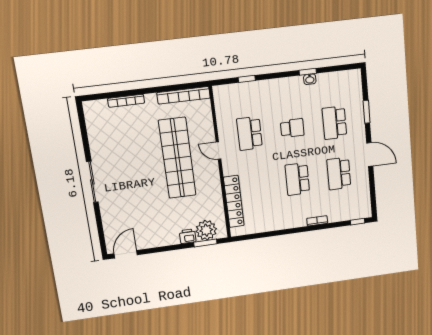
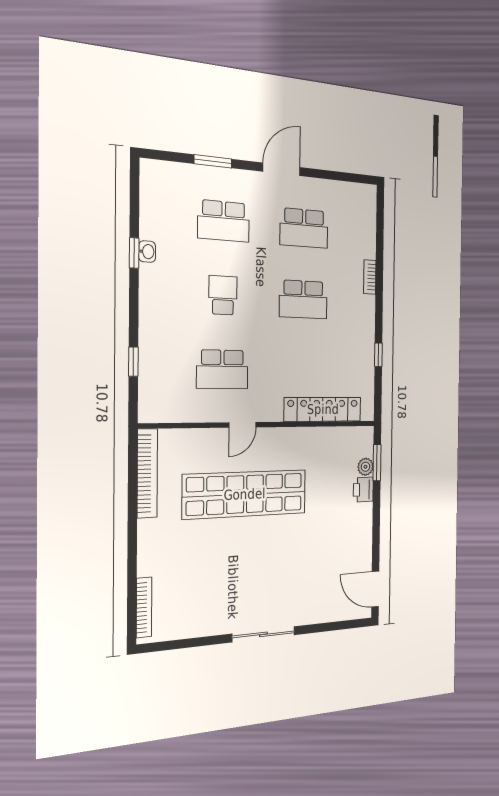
bookcase: (126, 101) -> (144, 607), moved
window: (358, 222) -> (378, 355), moved
plant: (206, 230) -> (365, 467), width x0.53, depth x0.53

